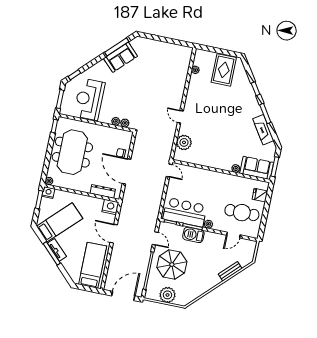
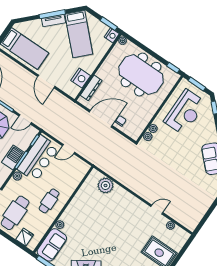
reception desk: (89, 99) -> (185, 112), turned 90
door: (180, 117) -> (157, 210), moved
door: (169, 170) -> (69, 149), moved
cafe table: (219, 187) -> (49, 201), added
nightstand: (110, 207) -> (81, 78), moved
door: (114, 234) -> (46, 81), swing flipped

